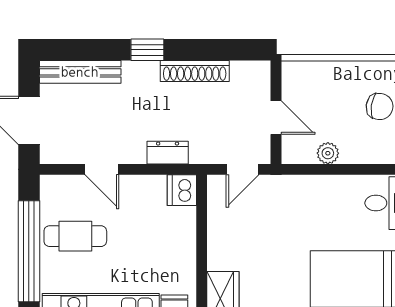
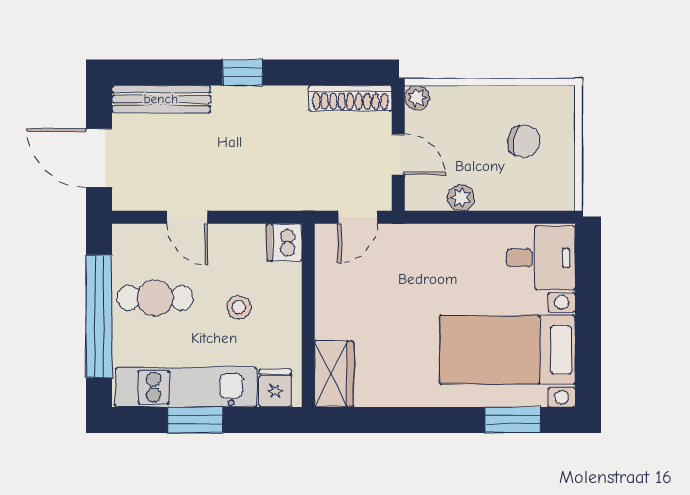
shoe rack: (195, 71) -> (350, 98), moved
plant: (292, 71) -> (417, 98), added
dresser: (168, 153) -> (267, 197), removed
stool: (144, 244) -> (239, 307), added

